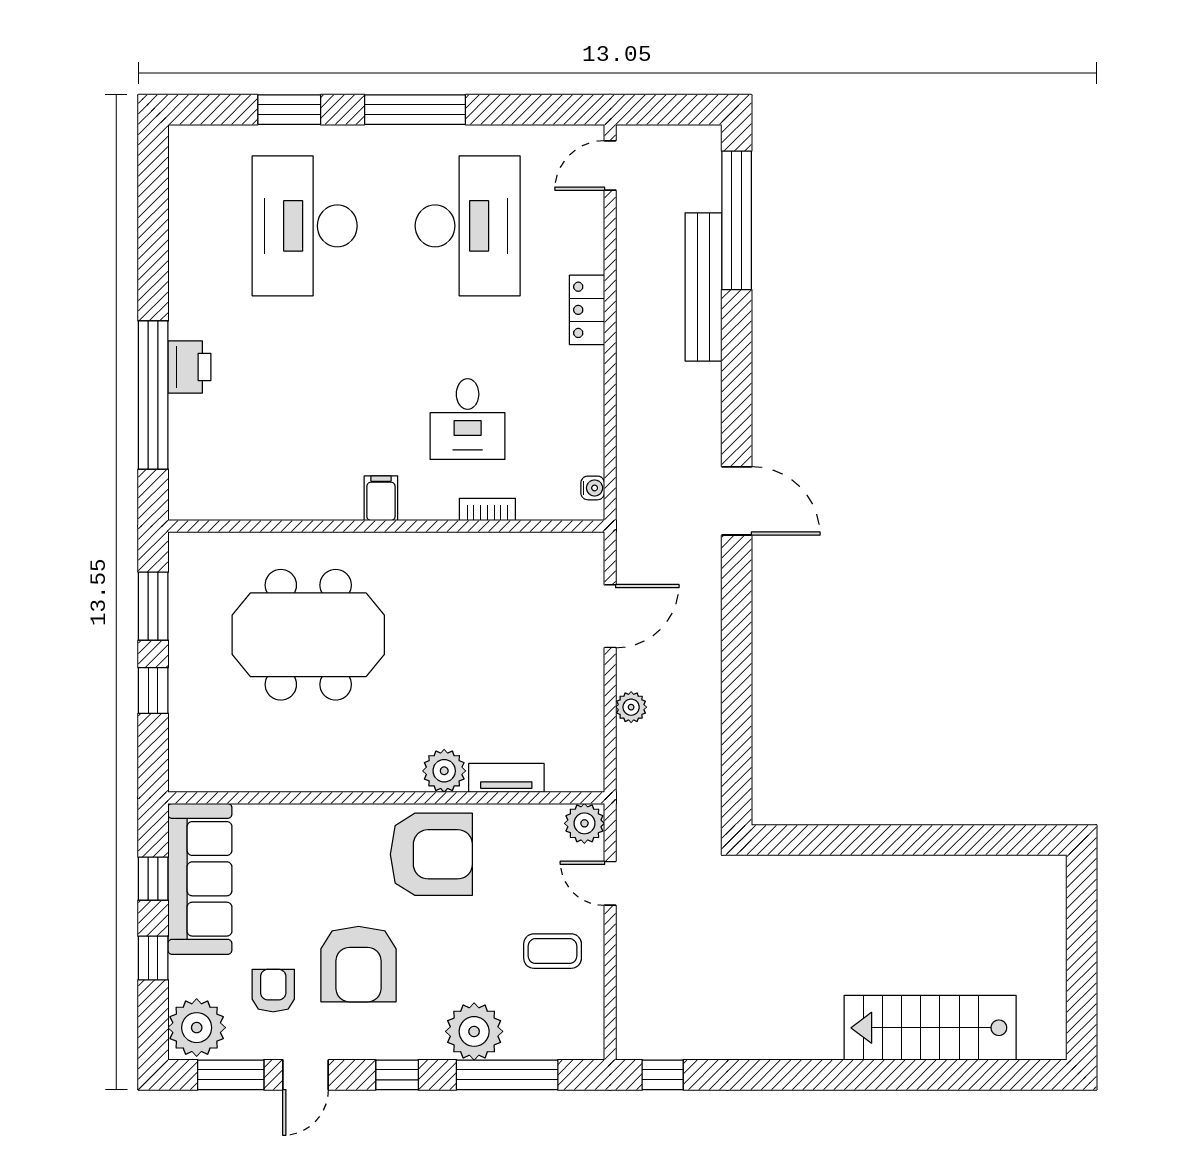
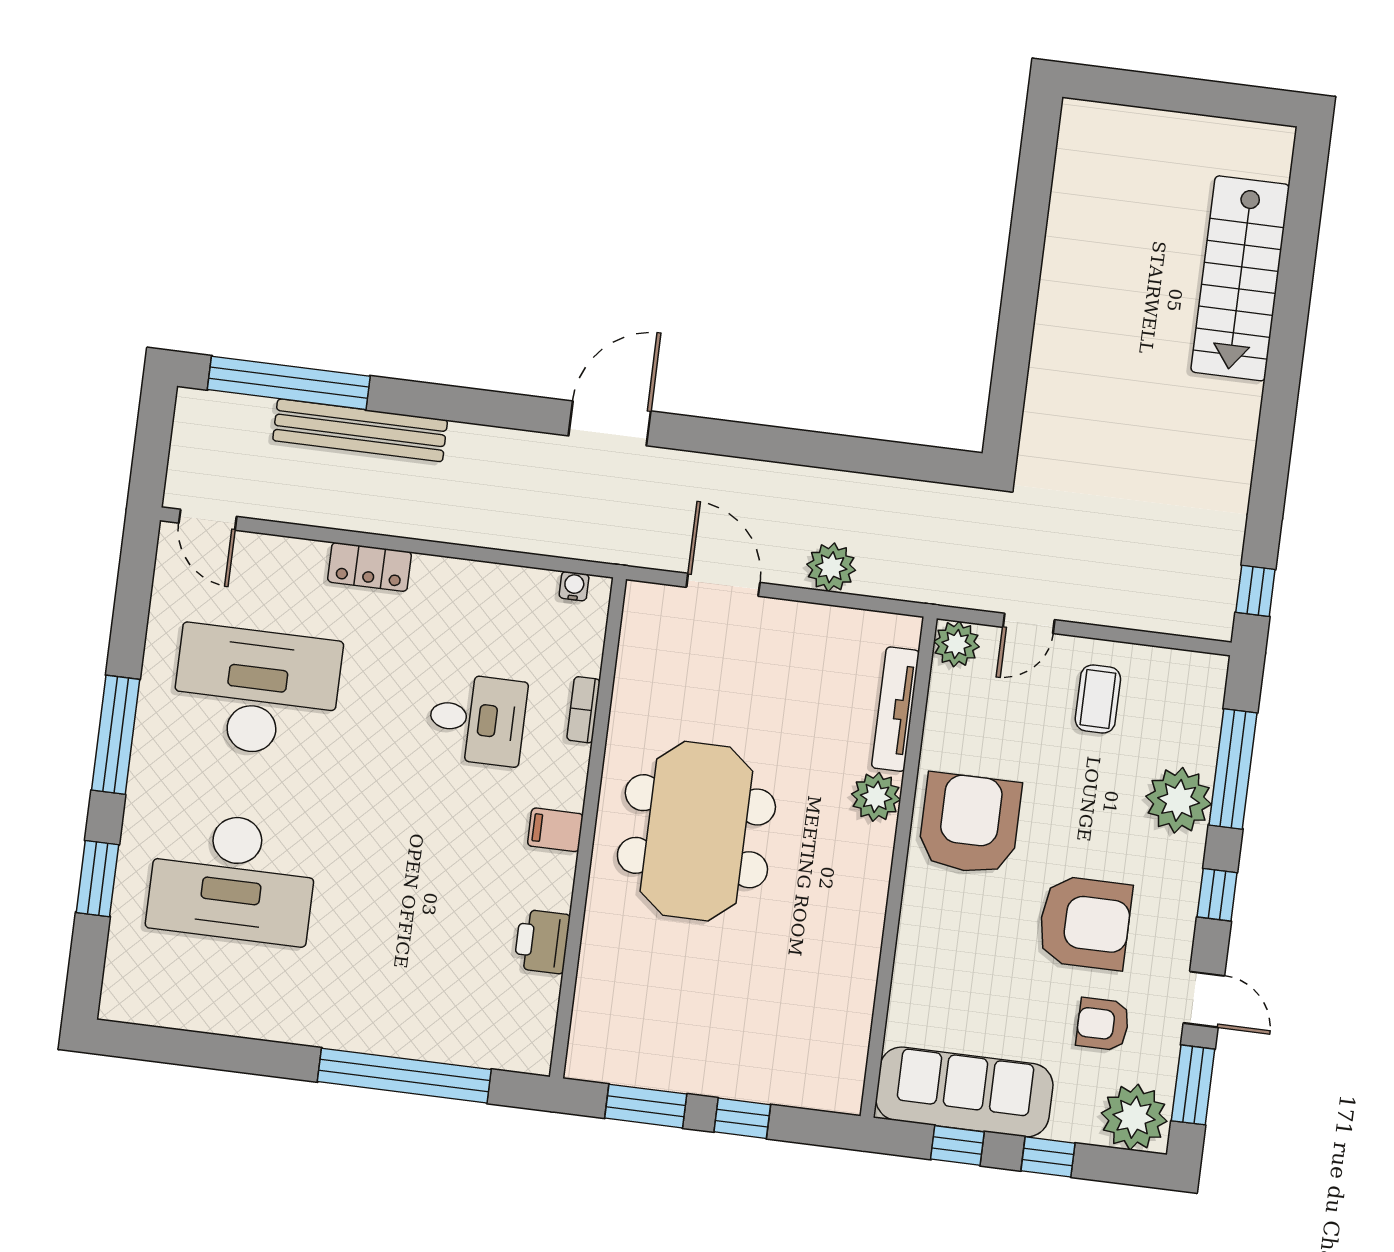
printer: (189, 367) -> (542, 941), moved, turned -90
meeting table: (308, 635) -> (696, 831), moved
plant: (631, 707) -> (831, 567), width x1.38, depth x1.38
tv unit: (506, 778) -> (895, 709), width x1.41

